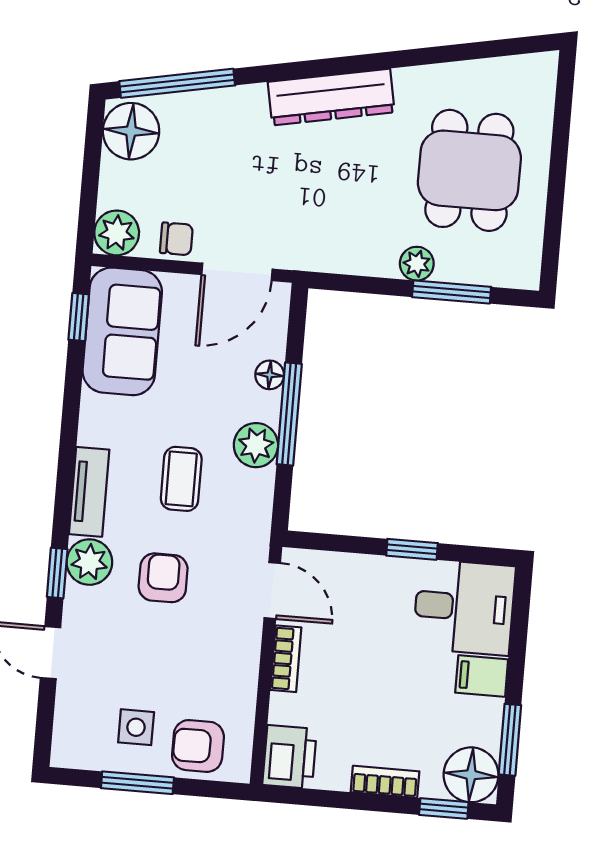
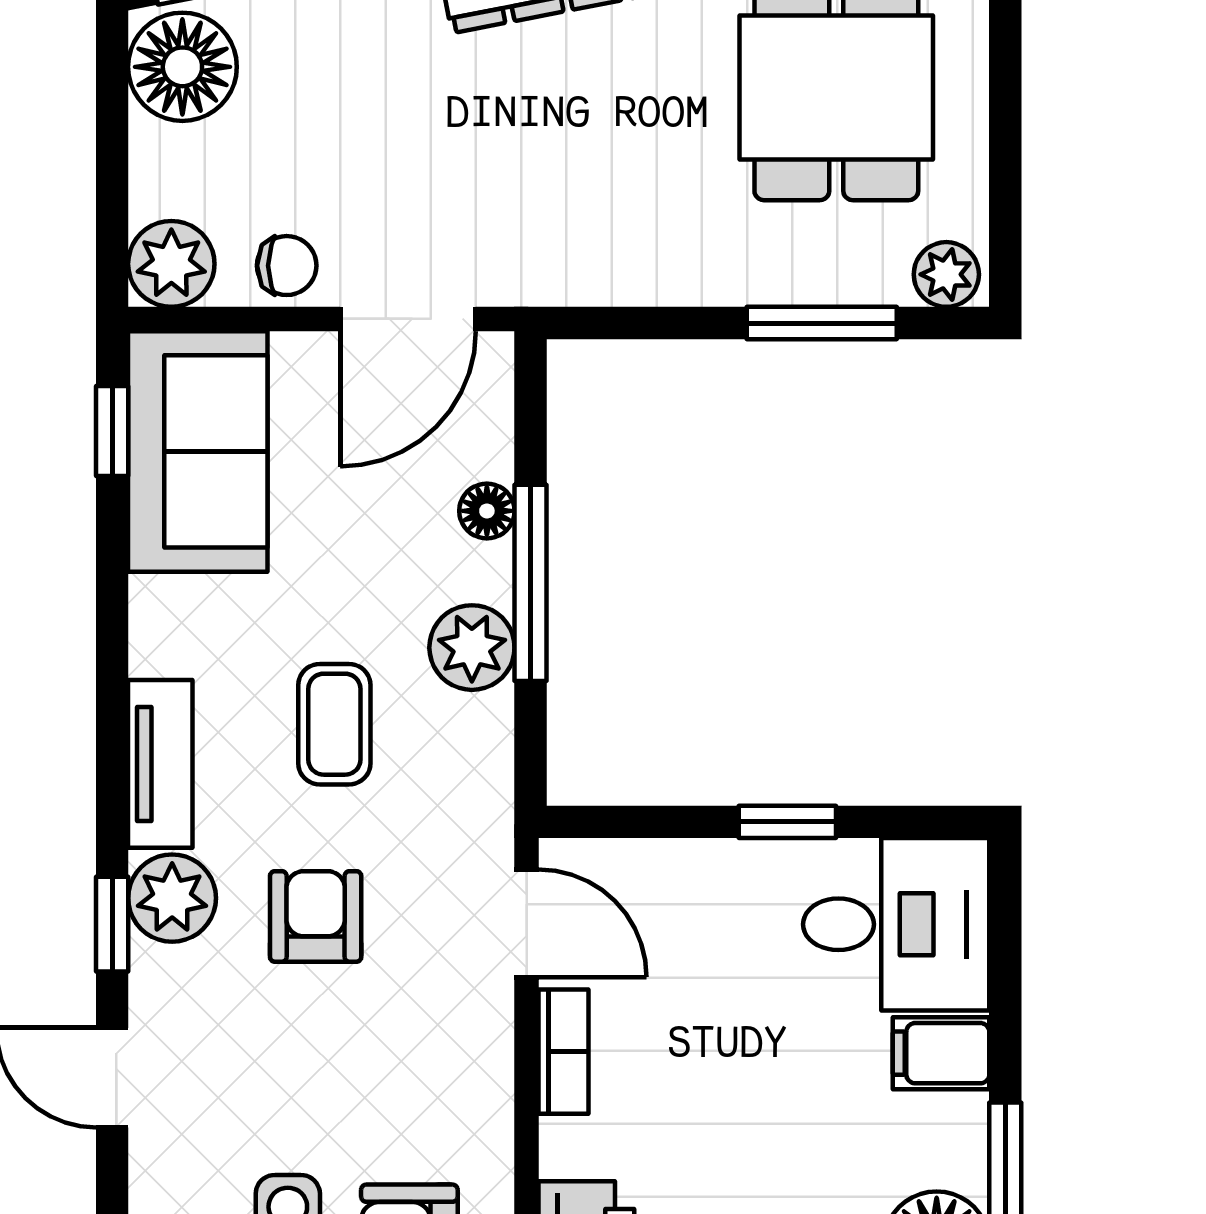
plant: (417, 264) -> (946, 274), moved

